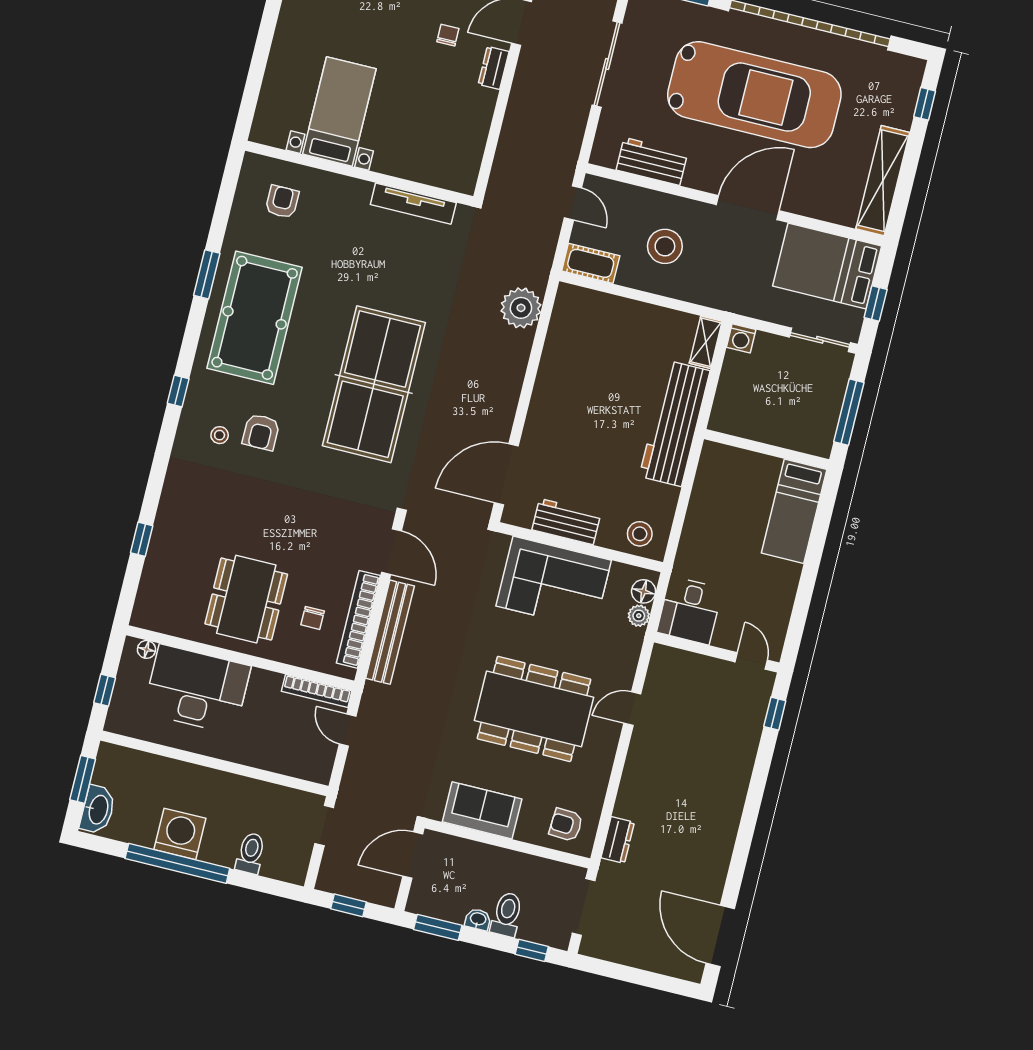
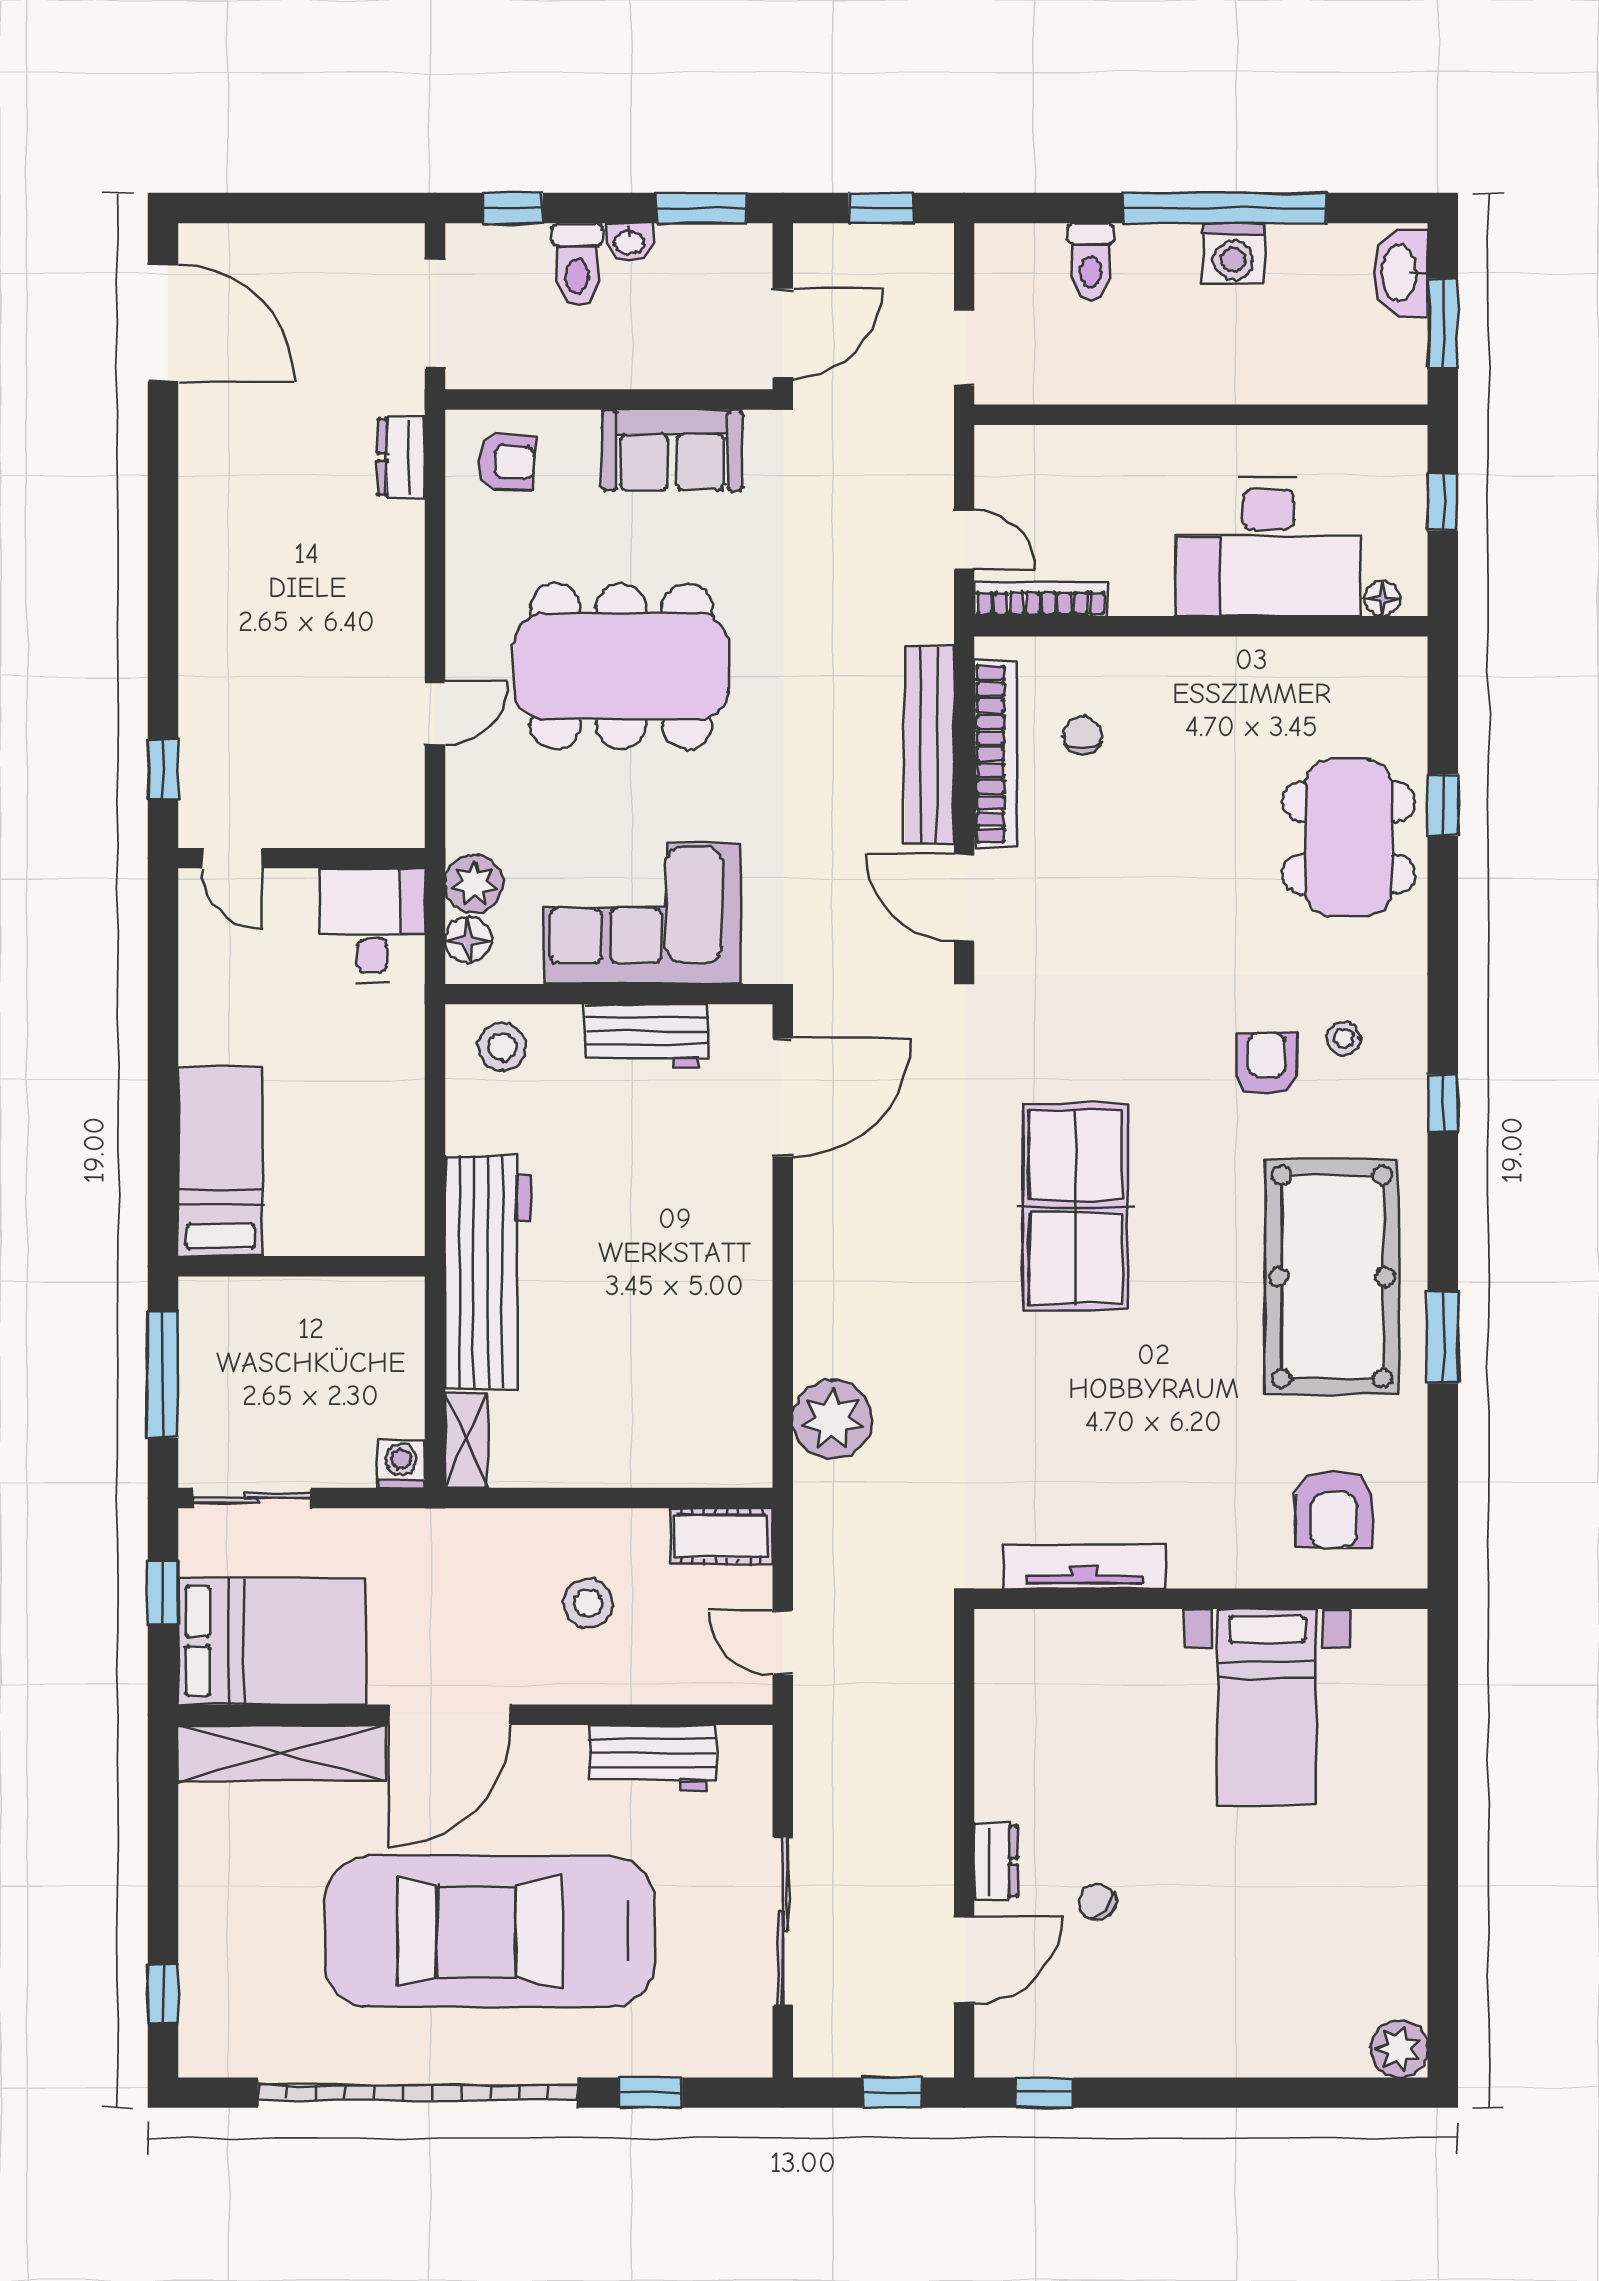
chair: (448, 35) -> (1097, 1902), turned 128
shelving: (883, 181) -> (282, 1753), moved, turned 90
armchair: (282, 202) -> (1334, 1509), width x1.38, depth x1.38
stool: (665, 246) -> (588, 1603), width x0.73, depth x0.73
table tennis table: (374, 384) -> (1075, 1207), width x0.73, depth x0.76
dining table: (246, 599) -> (1349, 838), moved
plant: (639, 616) -> (474, 884), width x1.38, depth x1.38
washing machine: (180, 834) -> (1233, 254), width x0.73, depth x0.73

